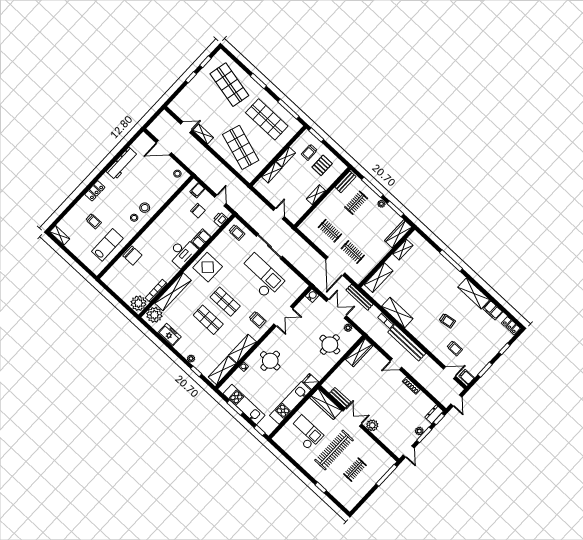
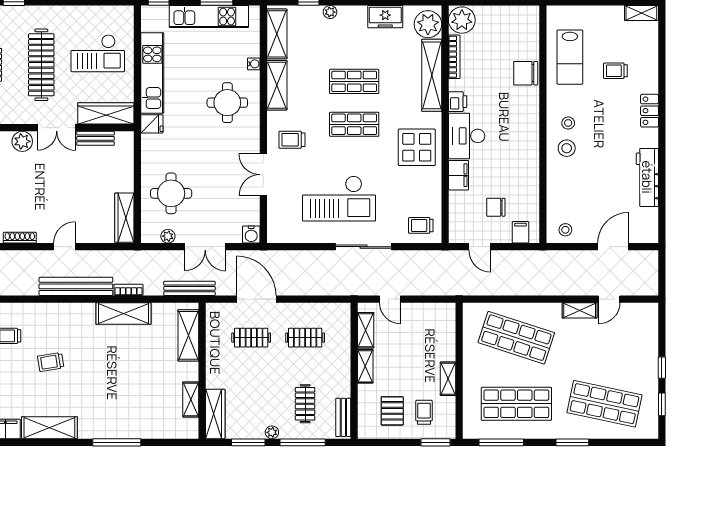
shelving: (272, 172) -> (366, 330), moved
printer: (220, 219) -> (458, 102), moved

